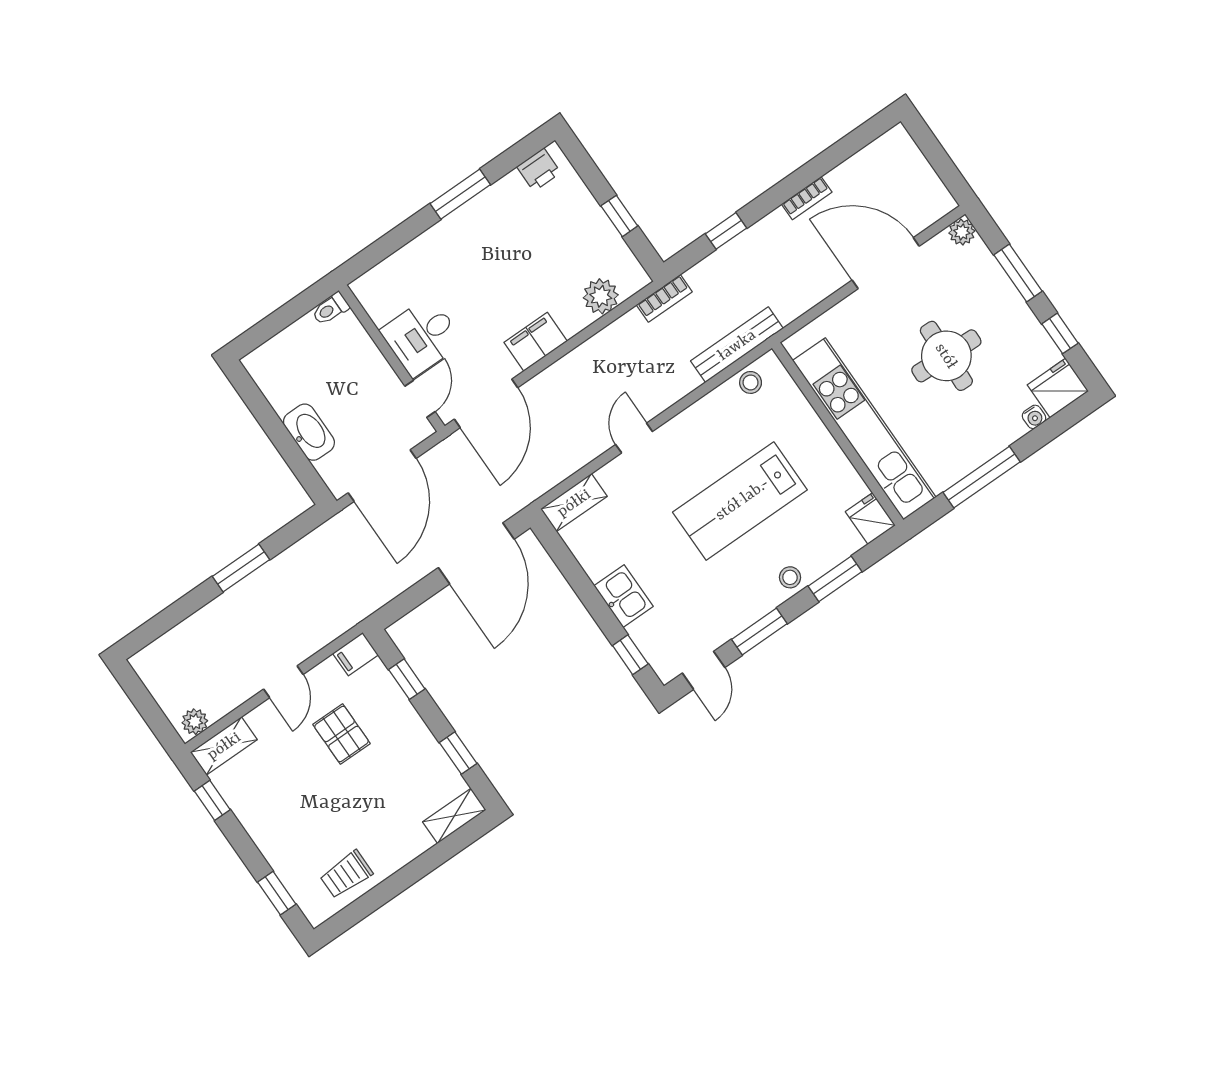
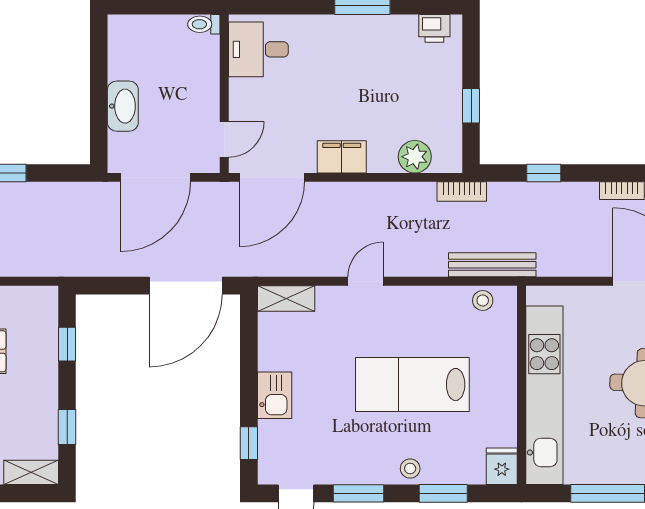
desk: (422, 336) -> (258, 49), moved
filing cabinet: (356, 654) -> (41, 298), removed

